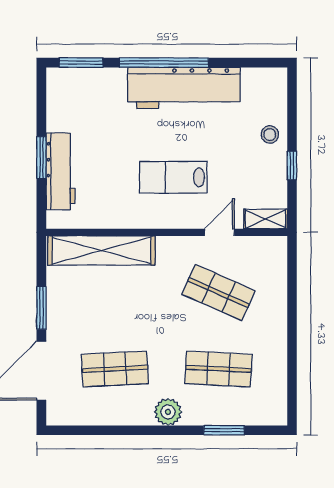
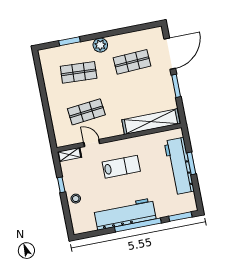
workbench: (61, 171) -> (179, 166), width x1.36, depth x1.32
door: (220, 232) -> (92, 143), swing flipped
shop shelf: (218, 292) -> (86, 112), turned -30

